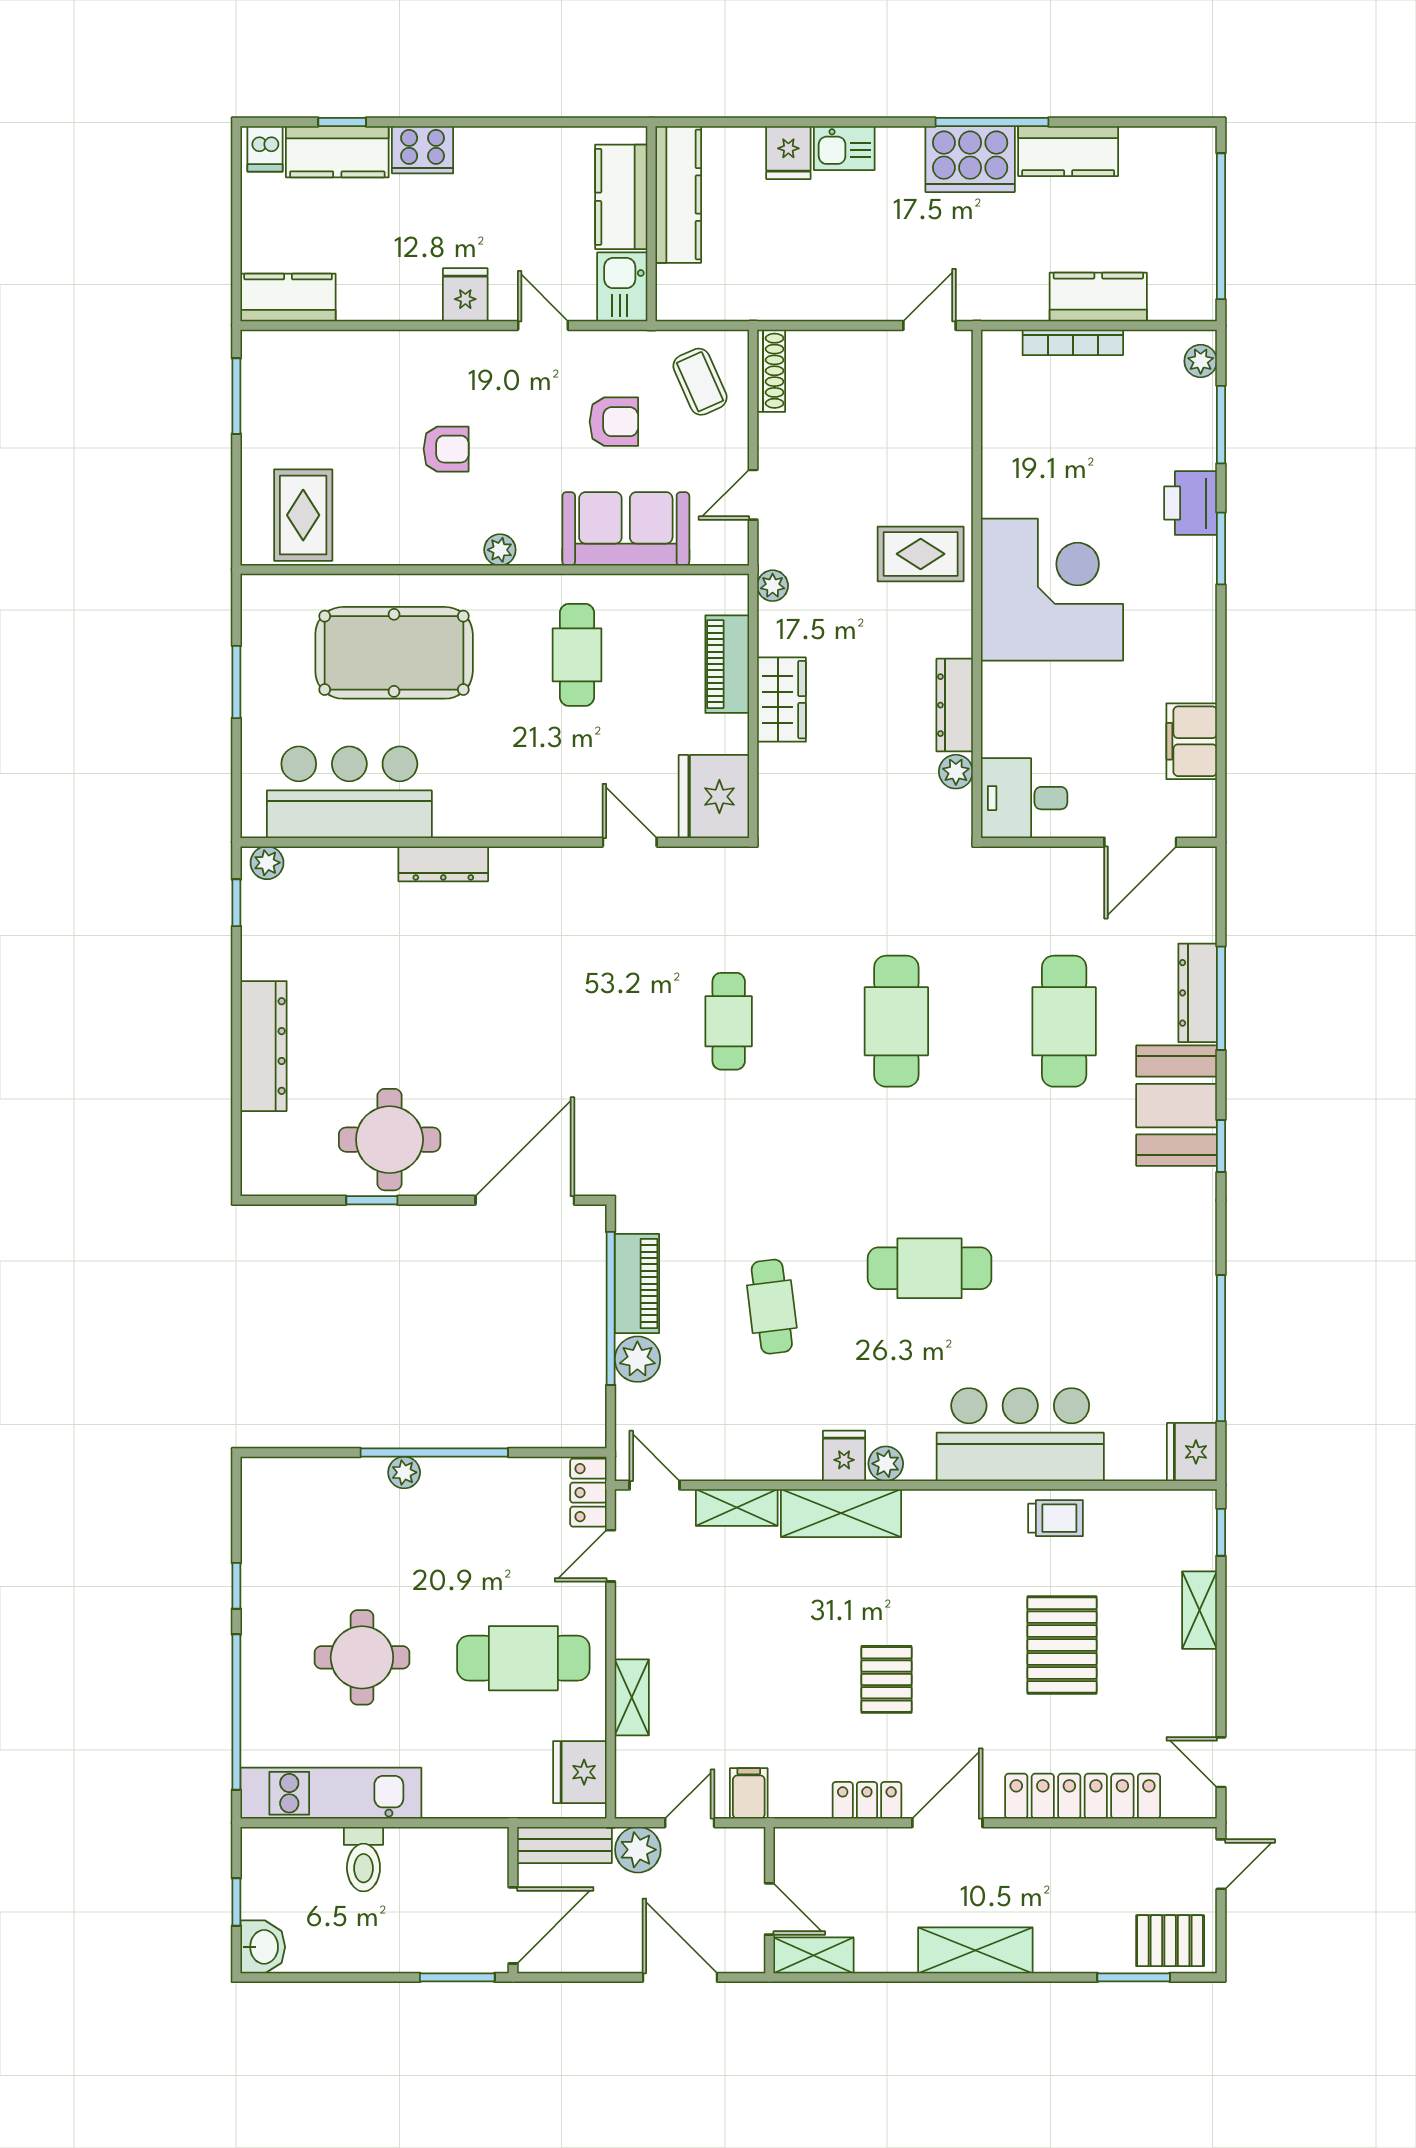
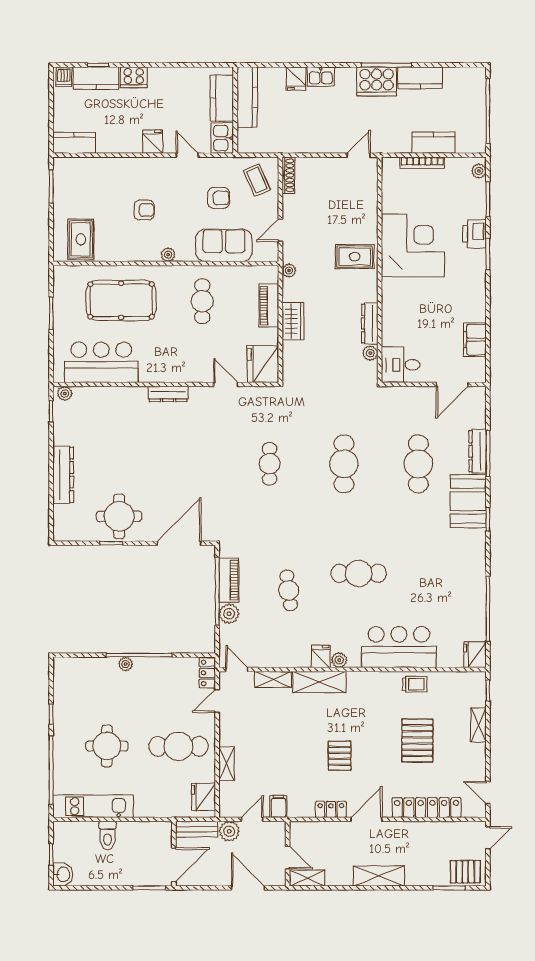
corner desk: (1052, 590) -> (413, 246), moved
dresser: (443, 864) -> (168, 394), moved

